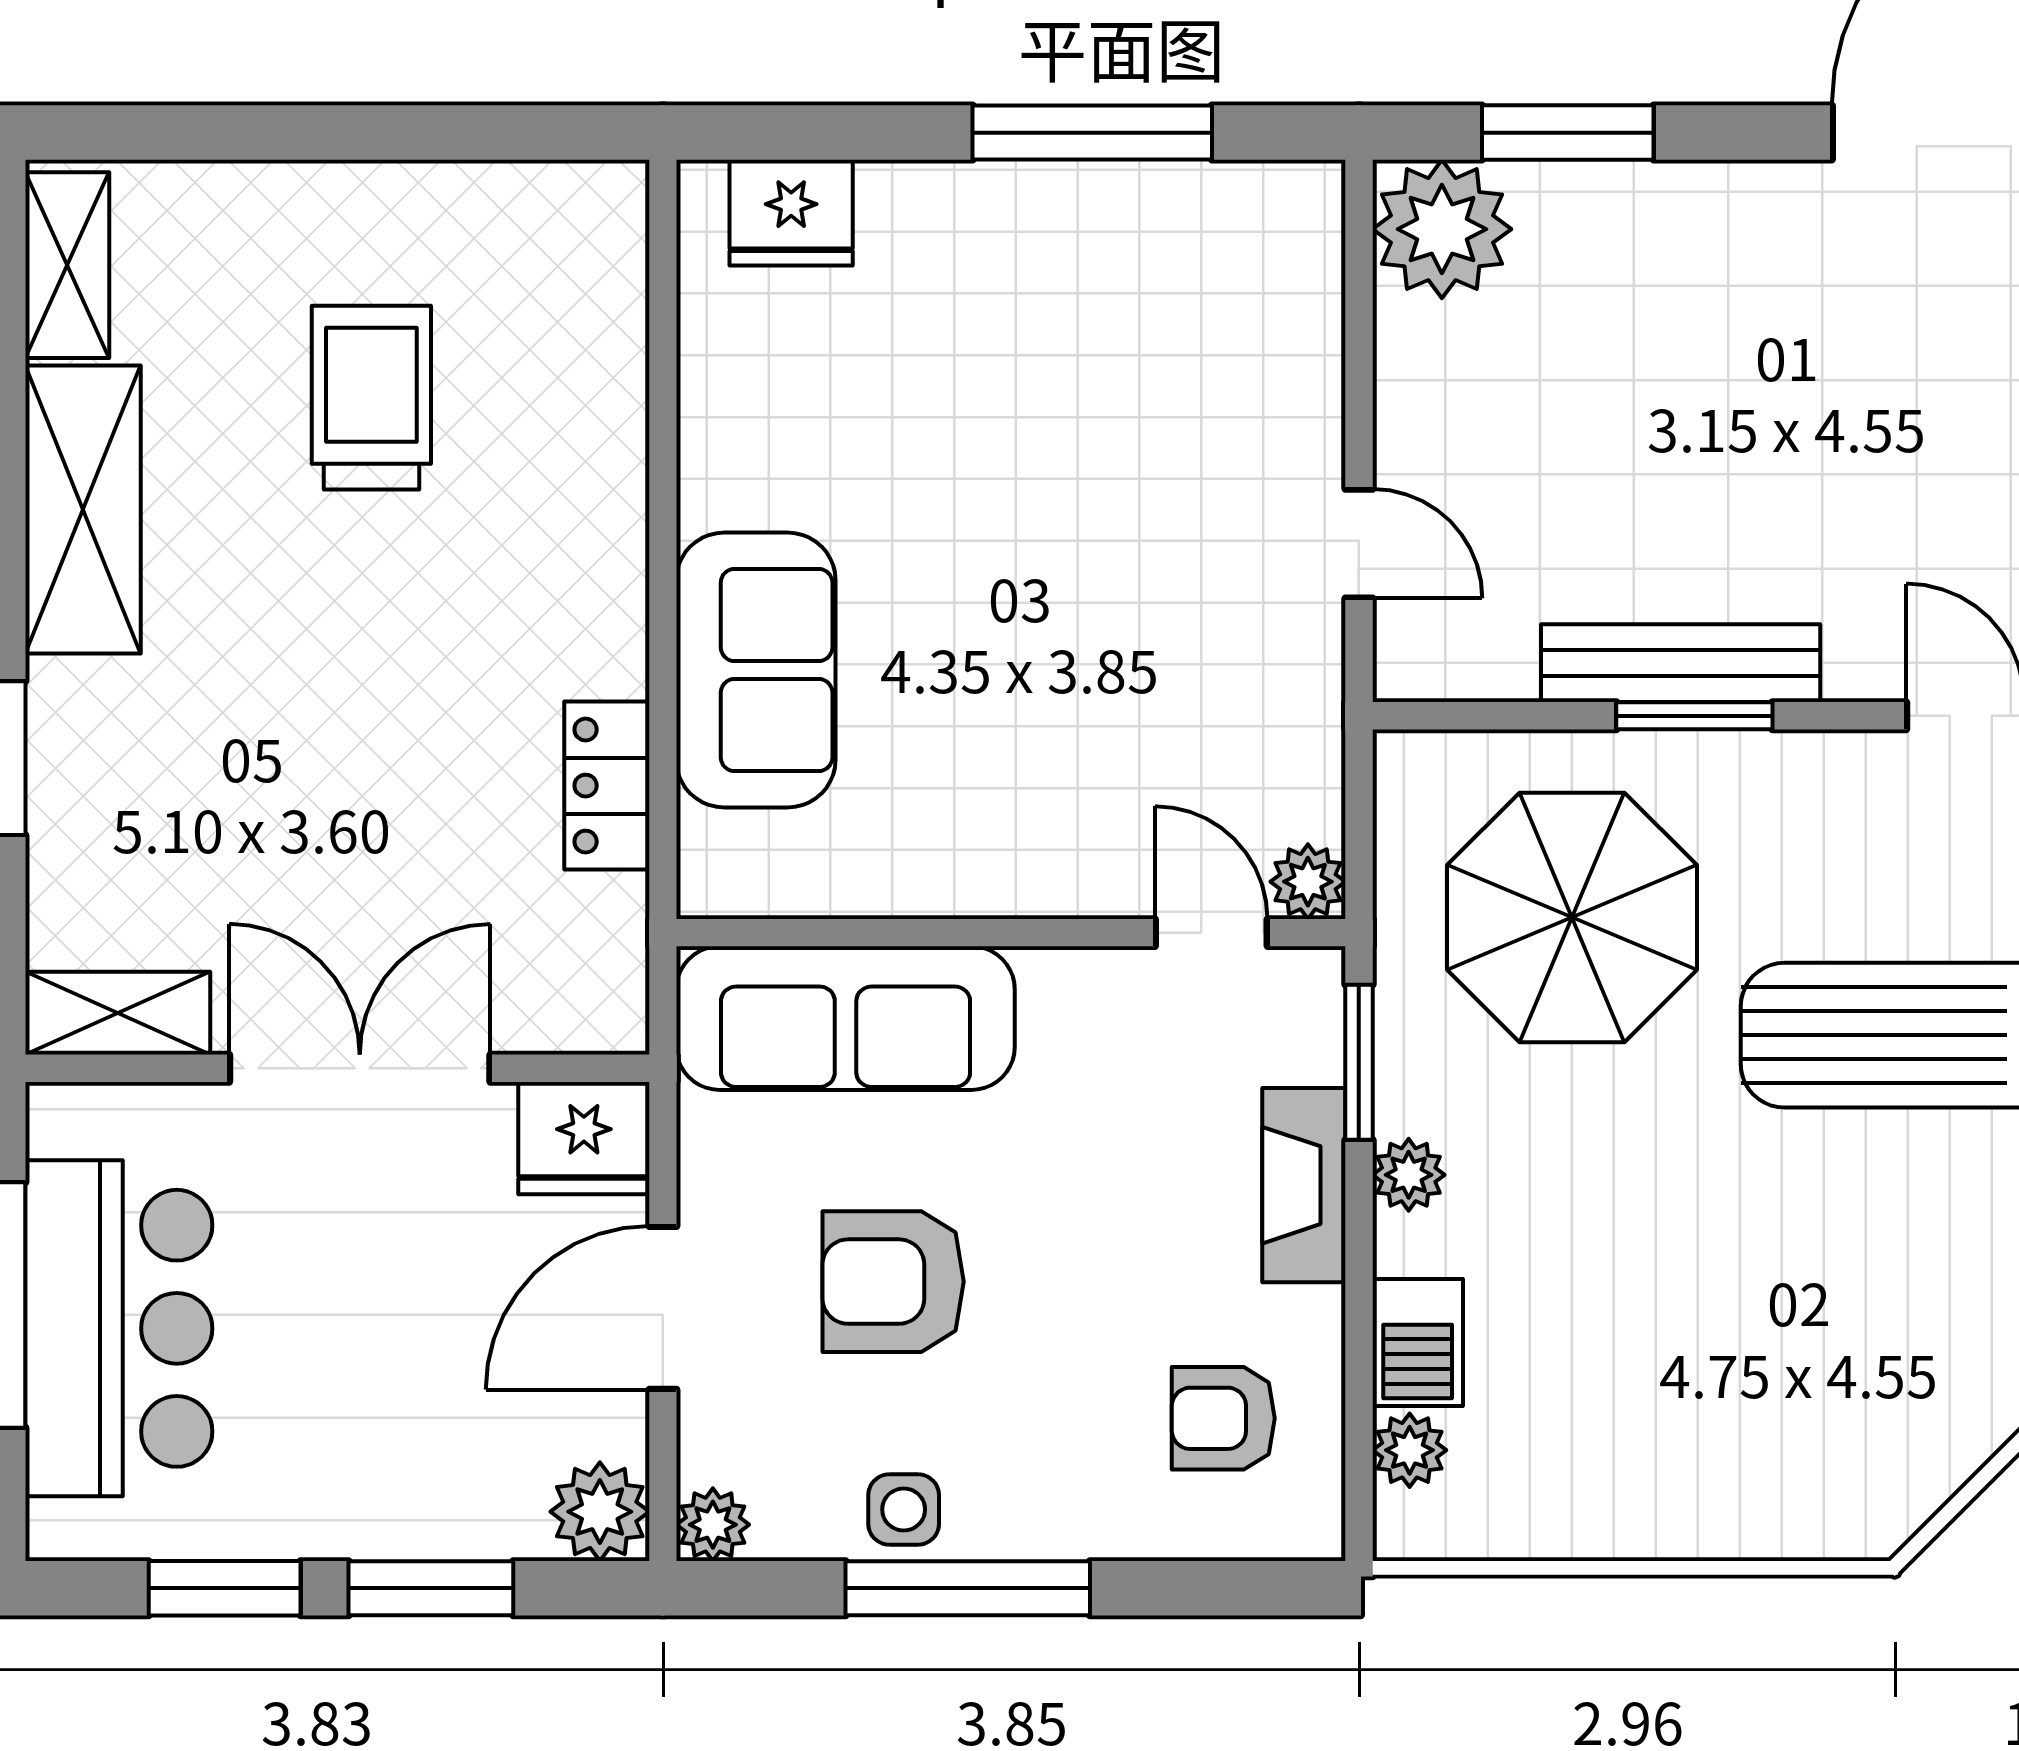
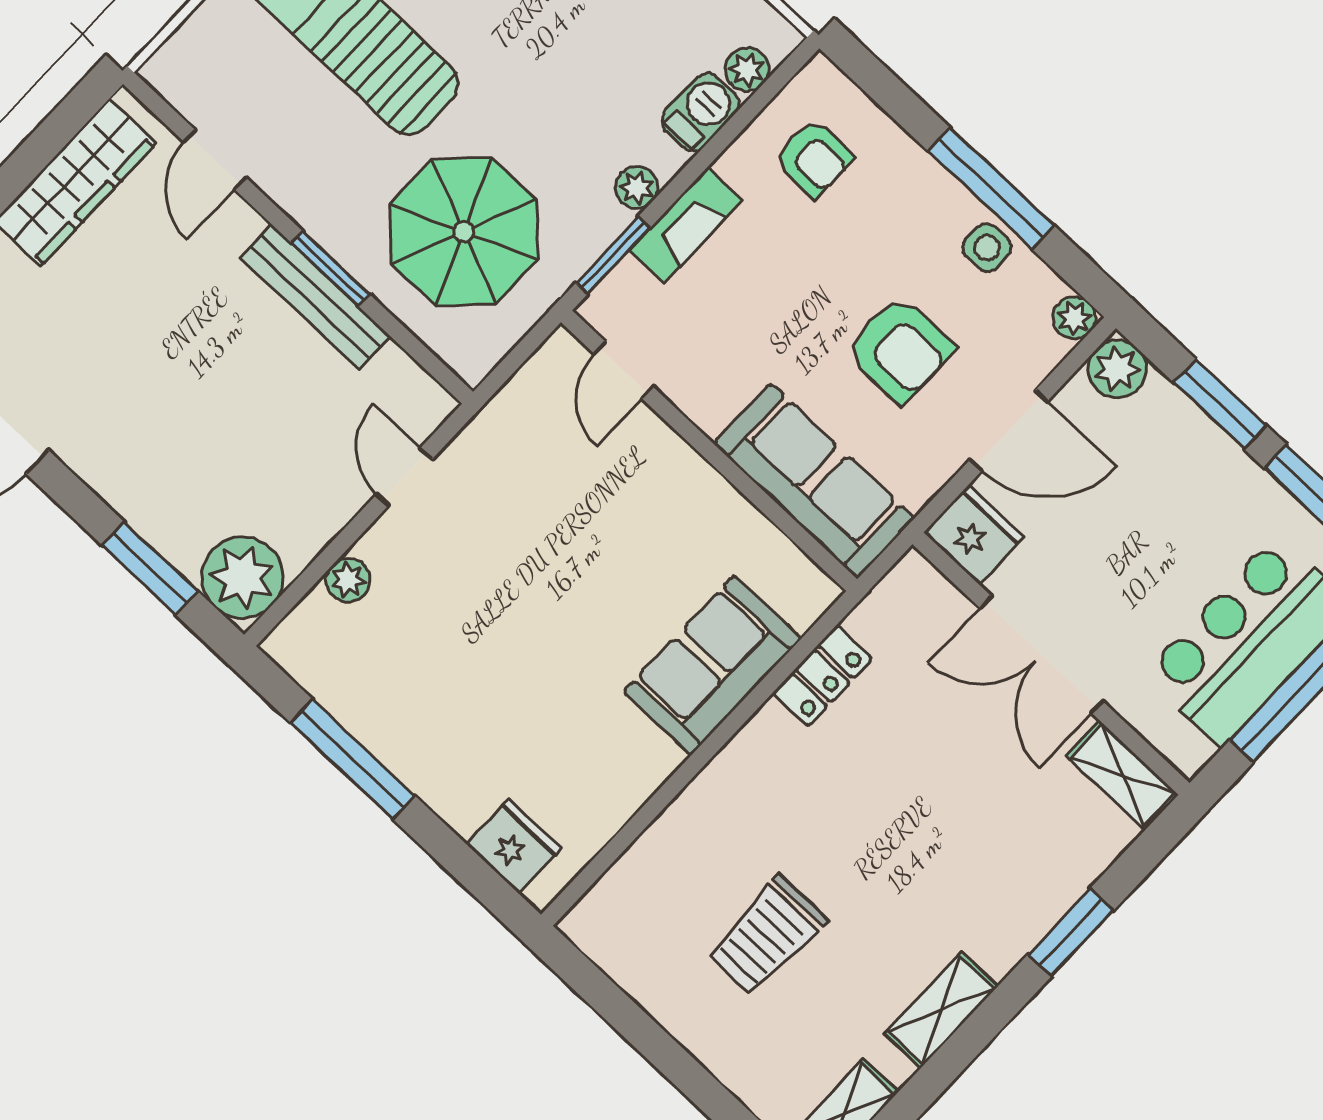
shelving: (83, 510) -> (941, 1010), width x0.67, depth x0.75
plant: (1308, 882) -> (348, 580), moved

